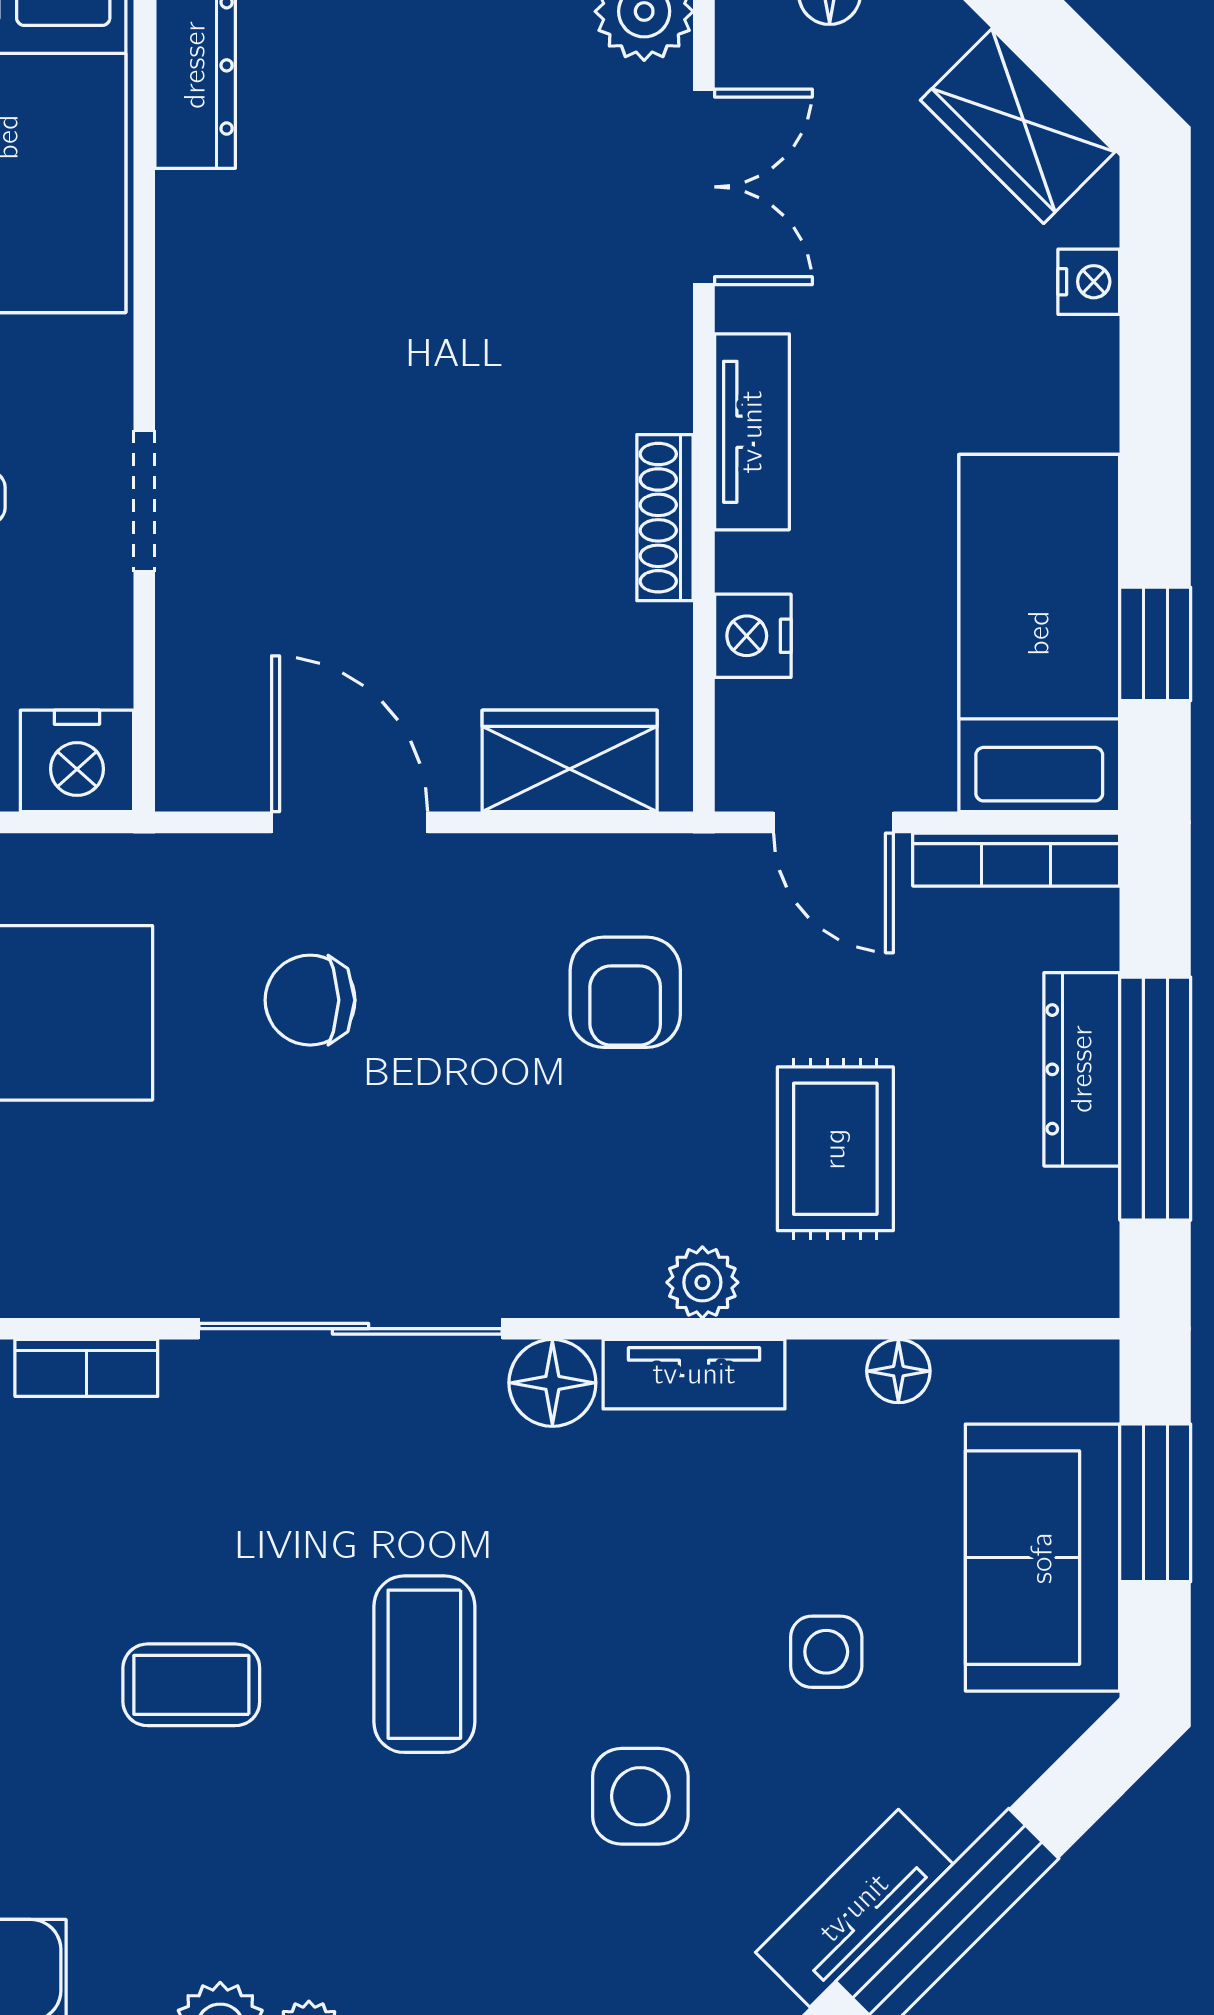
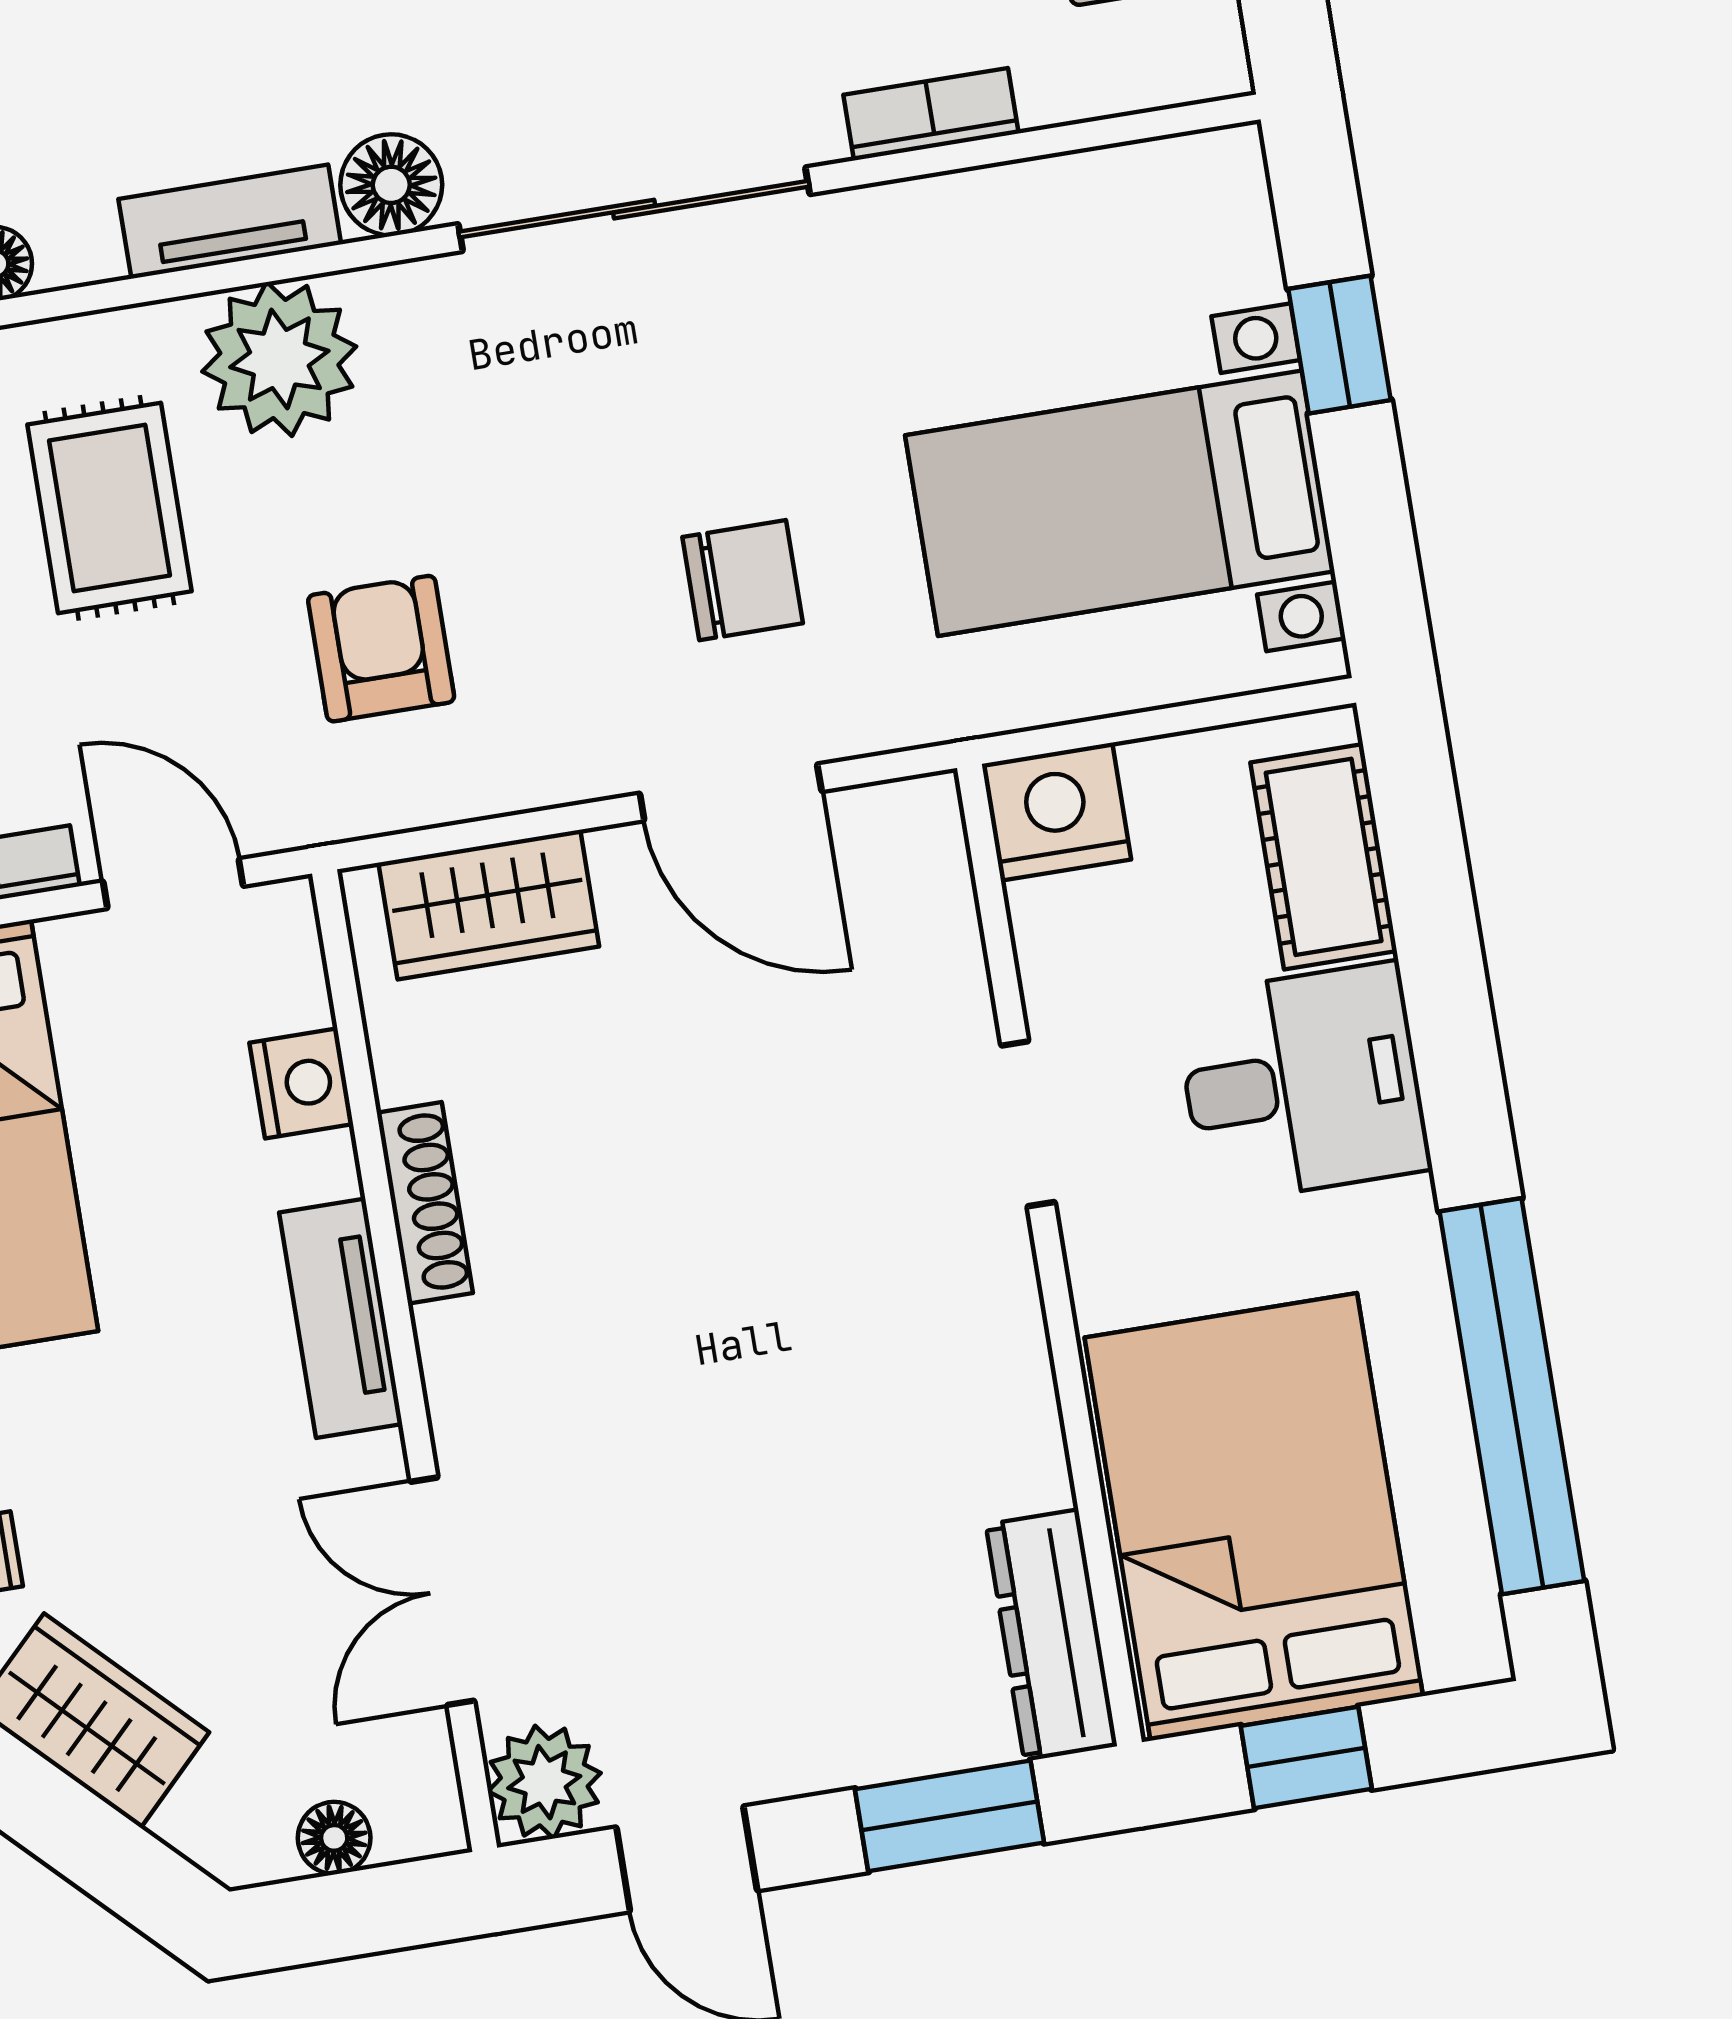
plant: (702, 1282) -> (279, 359), width x1.88, depth x1.88

